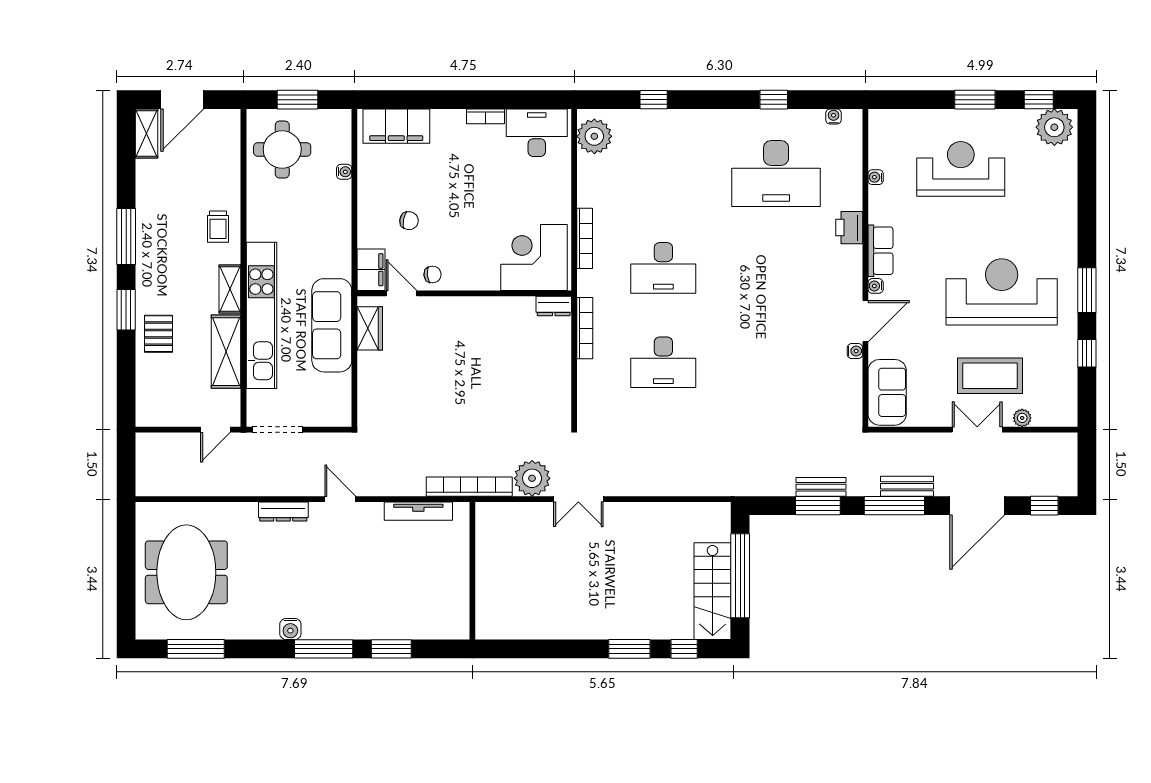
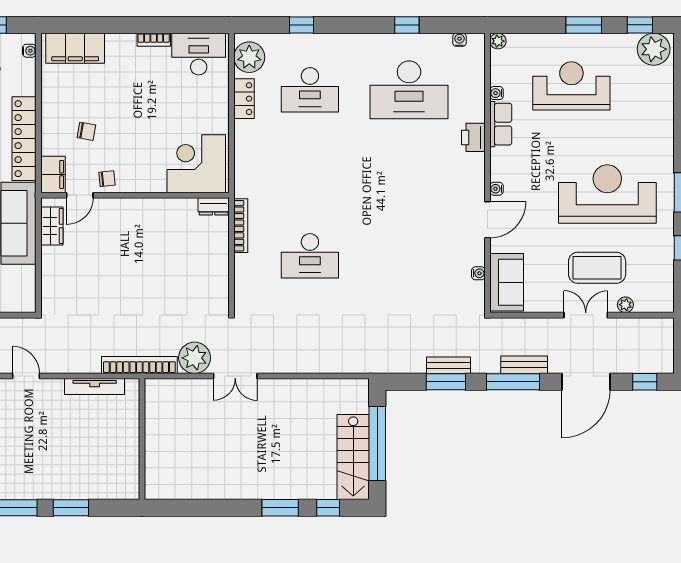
plant: (877, 118) -> (498, 41), added
water cooler: (344, 172) -> (29, 51), moved
locker: (588, 183) -> (244, 99), added
locker: (338, 229) -> (24, 139), added
bookcase: (585, 238) -> (241, 147), removed
row of seats: (880, 251) -> (501, 124), moved
desk: (663, 268) -> (310, 90), moved
door: (401, 293) -> (80, 195), swing flipped
water cooler: (855, 351) -> (478, 273), moved

